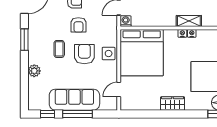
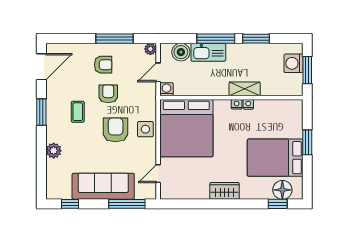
armchair: (78, 25) -> (108, 94), turned 180
coffee table: (59, 49) -> (78, 112), moved
window: (77, 114) -> (127, 204), moved

